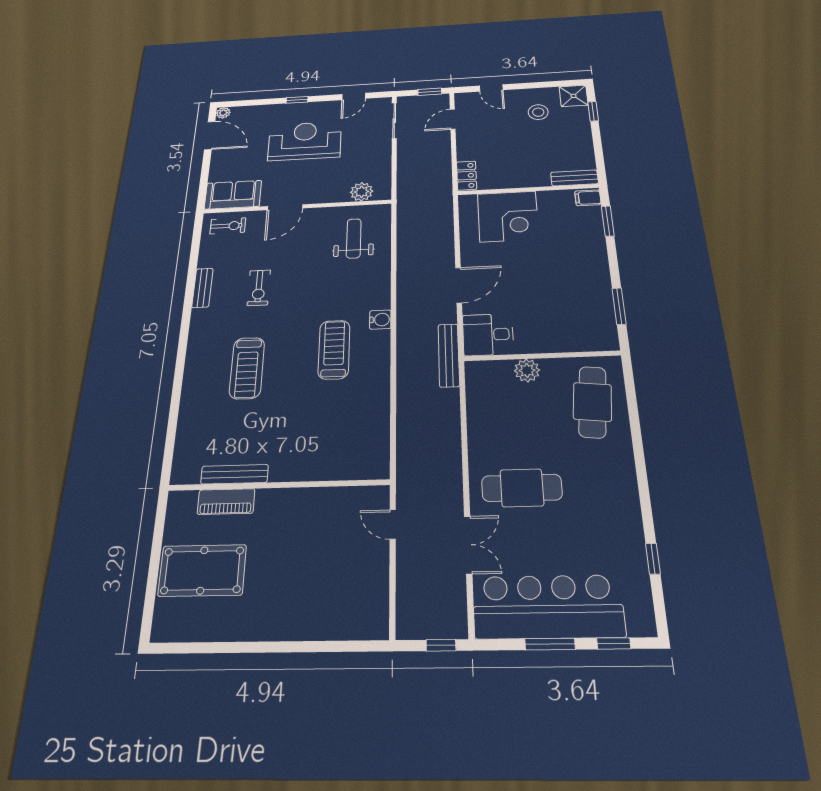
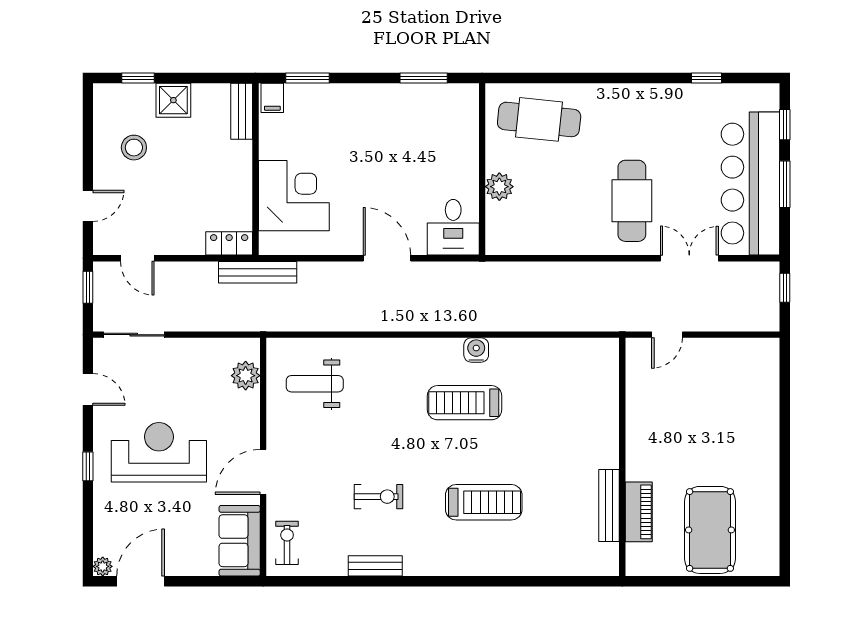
shower: (574, 96) -> (173, 100), moved
reception desk: (305, 141) -> (159, 452), turned 90
door: (285, 207) -> (263, 472), swing flipped
water cooler: (380, 320) -> (476, 350), moved
bench: (449, 355) -> (258, 272), moved

